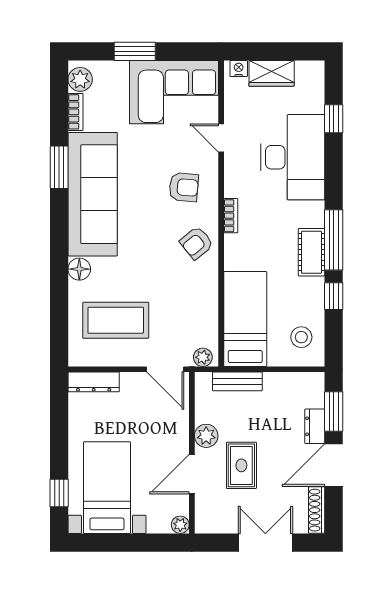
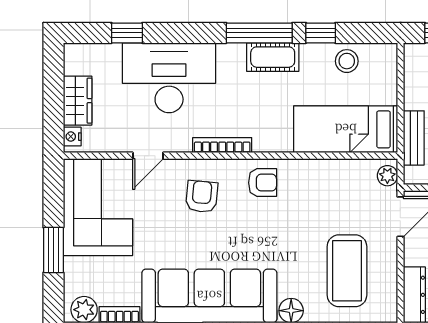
bookcase: (231, 216) -> (222, 145), width x1.56
armchair: (197, 243) -> (263, 183), turned -51
stool: (301, 337) -> (347, 61), moved

